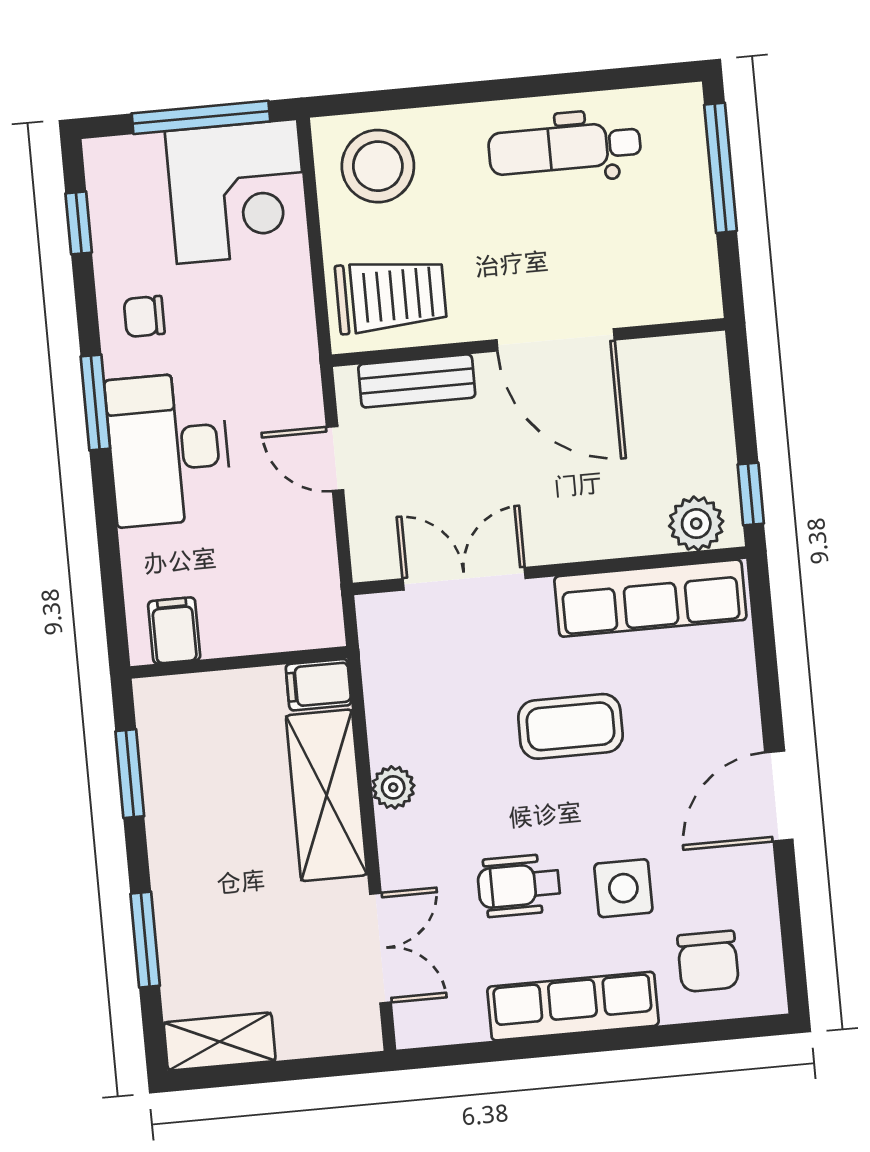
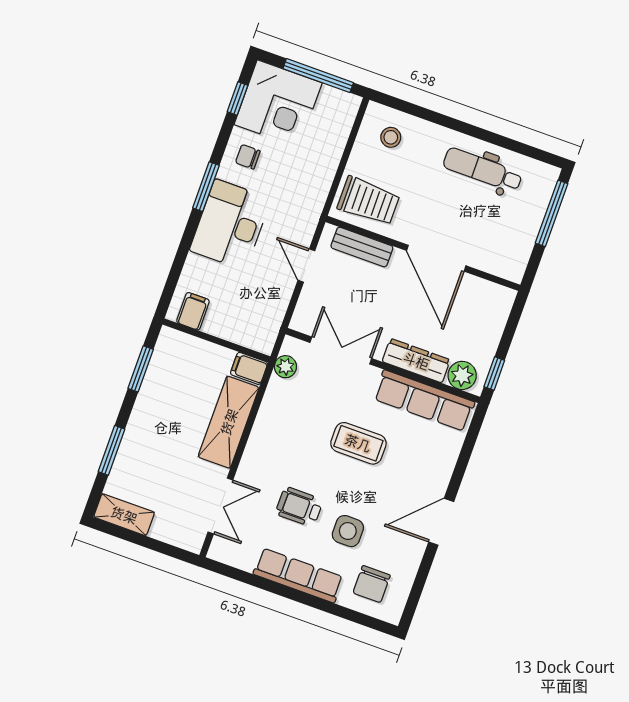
stool: (378, 166) -> (391, 137), width x0.53, depth x0.53
corner desk: (237, 191) -> (278, 104), moved
dresser: (604, 535) -> (416, 361), added
plant: (393, 787) -> (285, 367), moved

